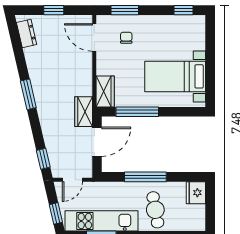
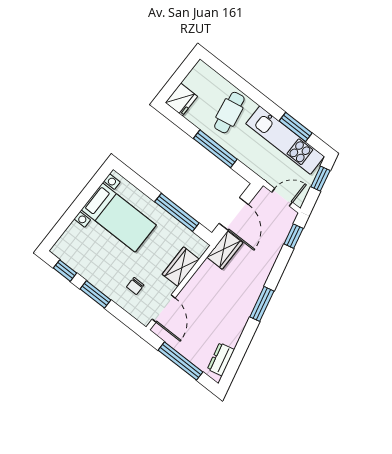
window: (54, 10) -> (180, 361), width x2.17
window: (125, 10) -> (96, 294), moved
wardrobe: (105, 91) -> (181, 267), moved
door: (97, 142) -> (234, 214), swing flipped

